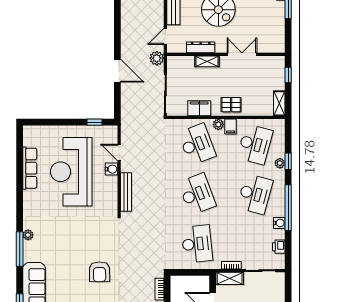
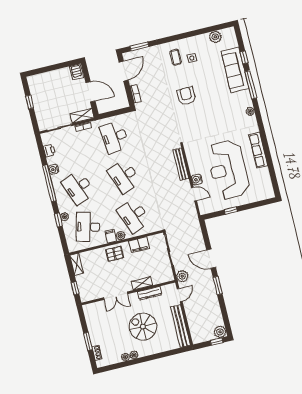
window: (117, 37) -> (218, 285), added
window: (94, 122) -> (231, 211), moved
row of seats: (30, 168) -> (258, 150), moved
reception desk: (71, 172) -> (228, 170), turned 180
desk: (255, 194) -> (78, 188), turned -36
window: (20, 249) -> (251, 85), moved

